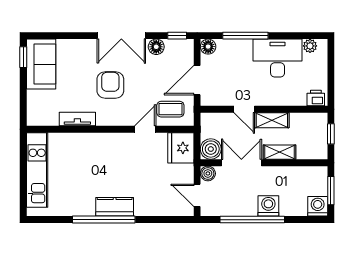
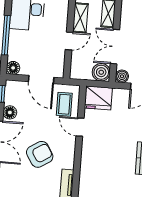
armchair: (110, 85) -> (40, 154), turned 148

